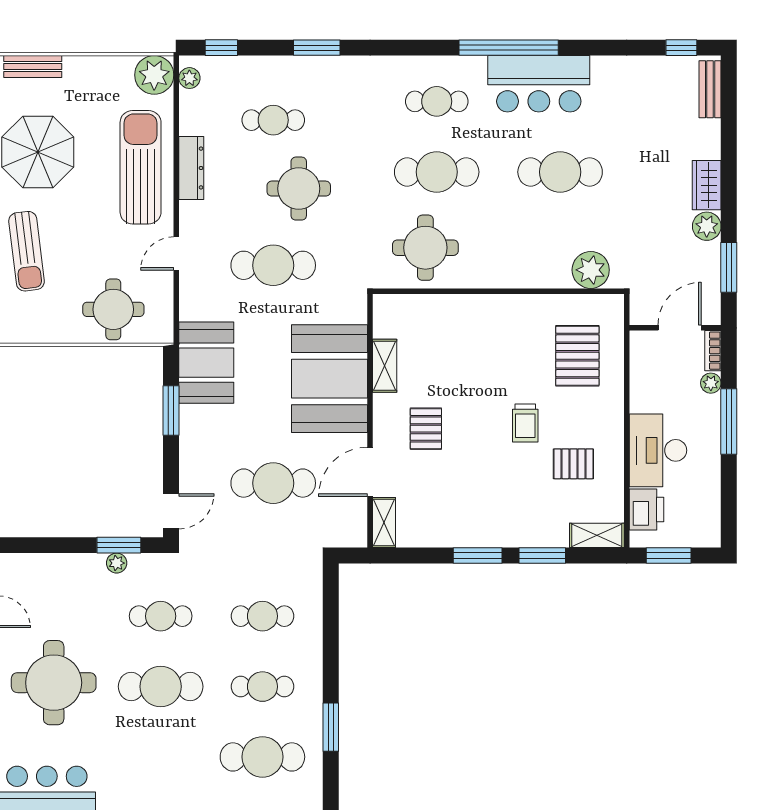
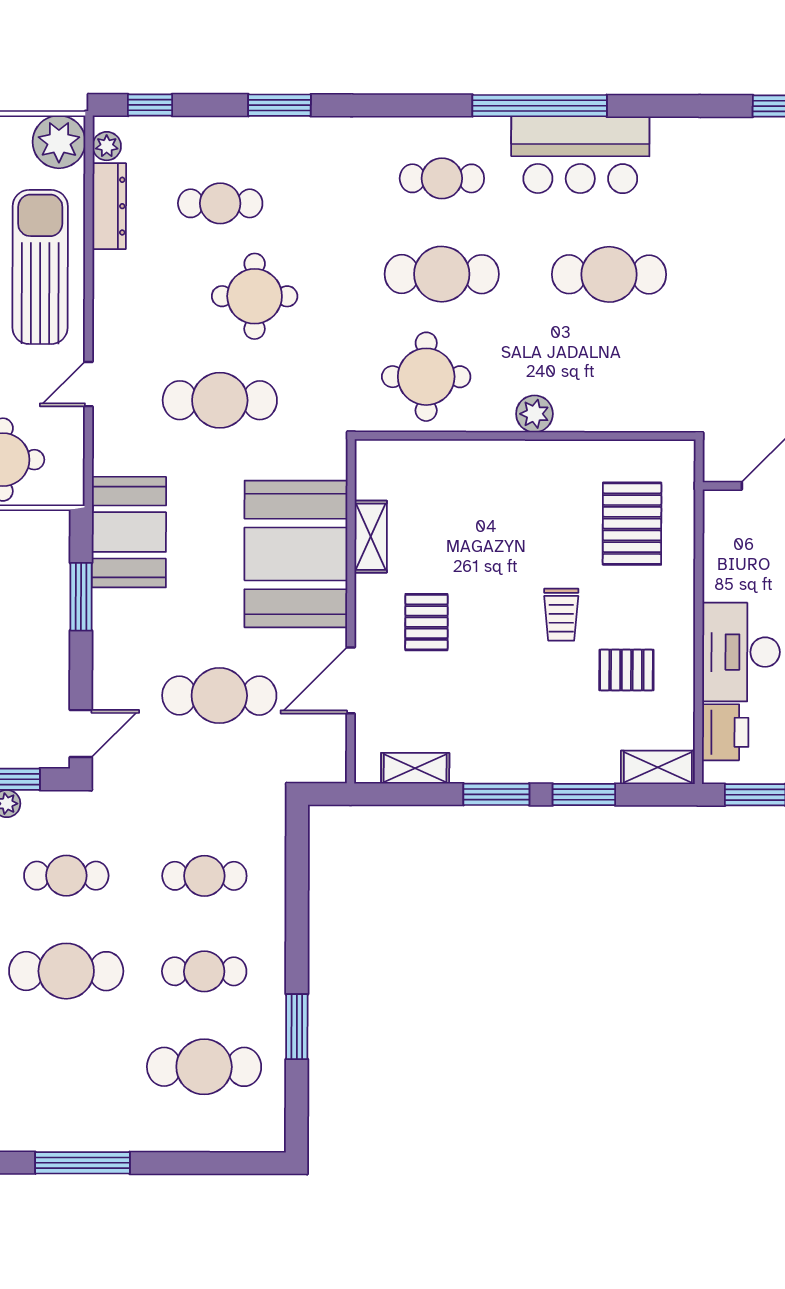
dresser: (191, 168) -> (109, 206), moved
plant: (591, 270) -> (534, 414), moved, width x0.73, depth x0.73
shelving: (384, 523) -> (415, 768), moved, turned 90

